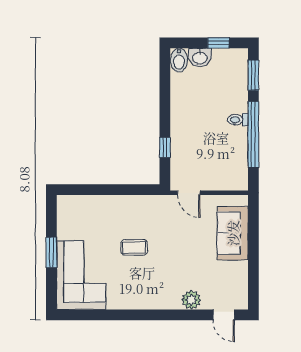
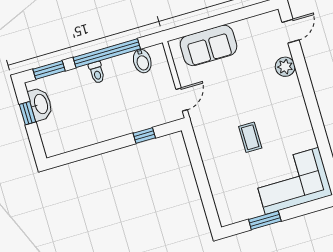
washbasin: (200, 58) -> (40, 104), moved, width x1.38
bidet: (179, 60) -> (142, 61), moved, turned 90
window: (51, 252) -> (265, 220), moved

